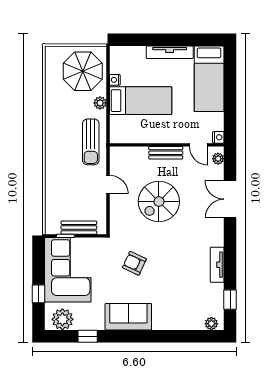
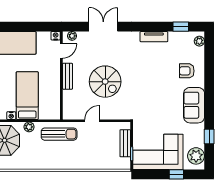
double door: (230, 199) -> (103, 27), swing flipped
armchair: (134, 263) -> (187, 71), moved, turned 65

